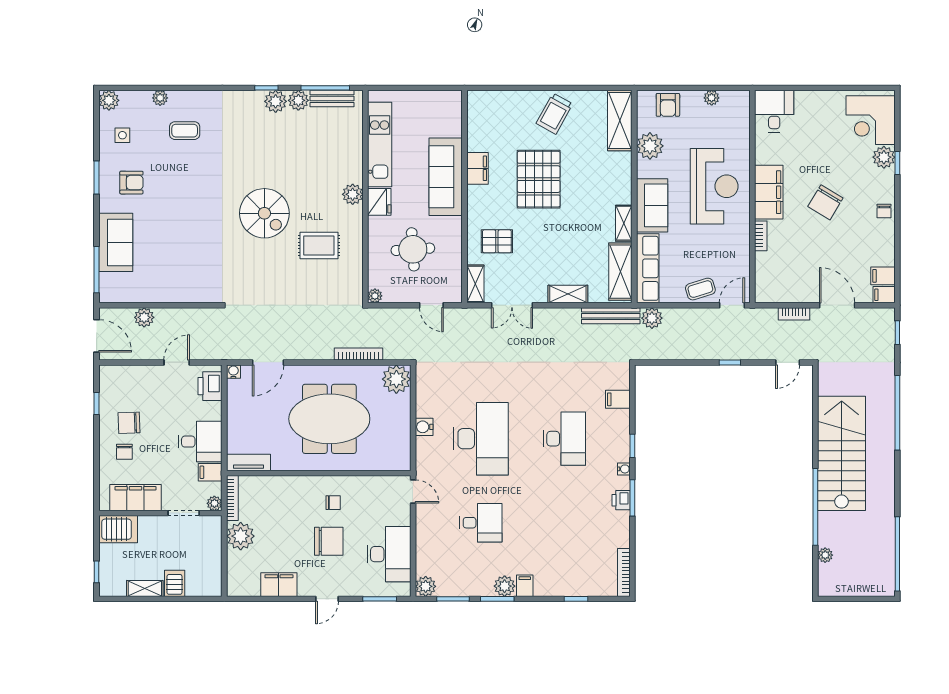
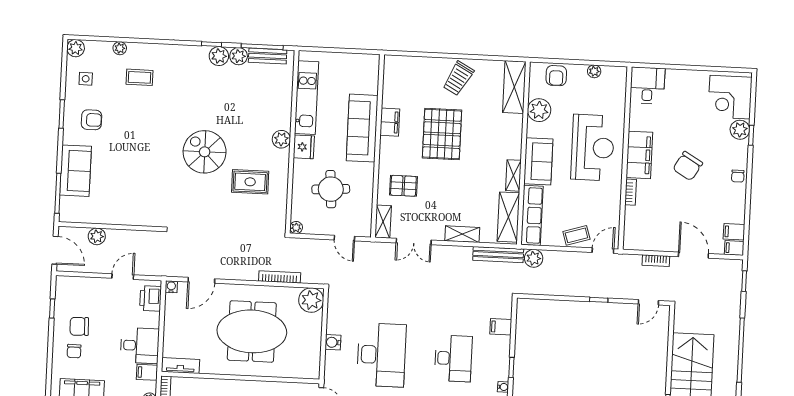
spiral stairs: (264, 213) -> (205, 152), turned 180

